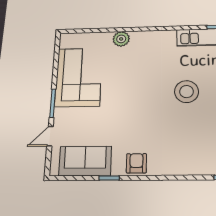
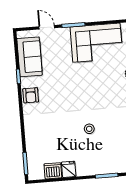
stool: (187, 92) -> (89, 129), width x0.53, depth x0.53
armchair: (136, 163) -> (31, 95), turned 90

